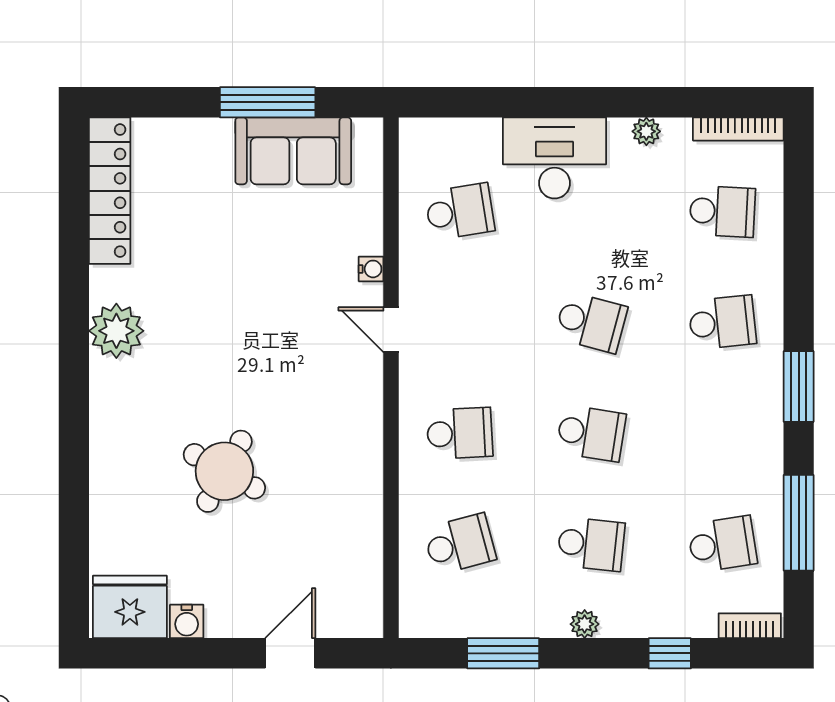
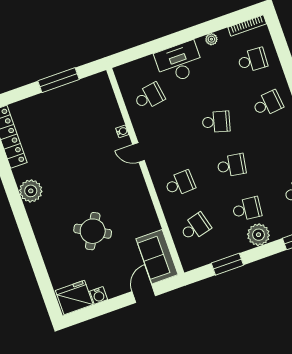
sofa: (293, 151) -> (157, 257), moved, turned 90
plant: (585, 624) -> (258, 235), width x1.87, depth x1.87

